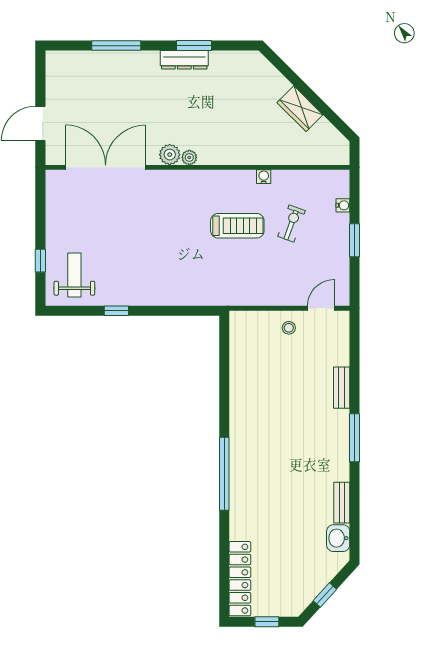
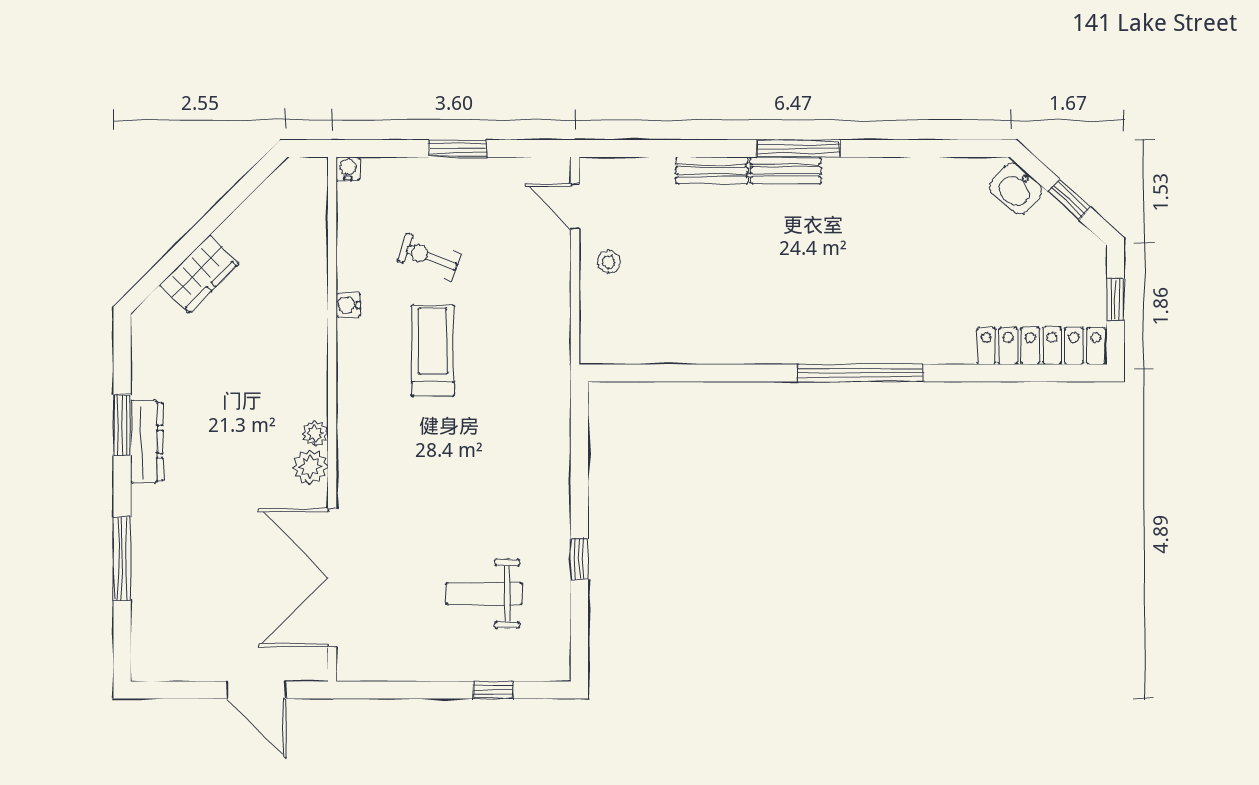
wardrobe: (300, 109) -> (199, 274), moved
water cooler: (343, 205) -> (348, 169), moved
weight bench: (74, 275) -> (484, 594), moved
bench: (342, 503) -> (786, 170), moved
washbasin: (338, 538) -> (1016, 189), moved, turned 42

